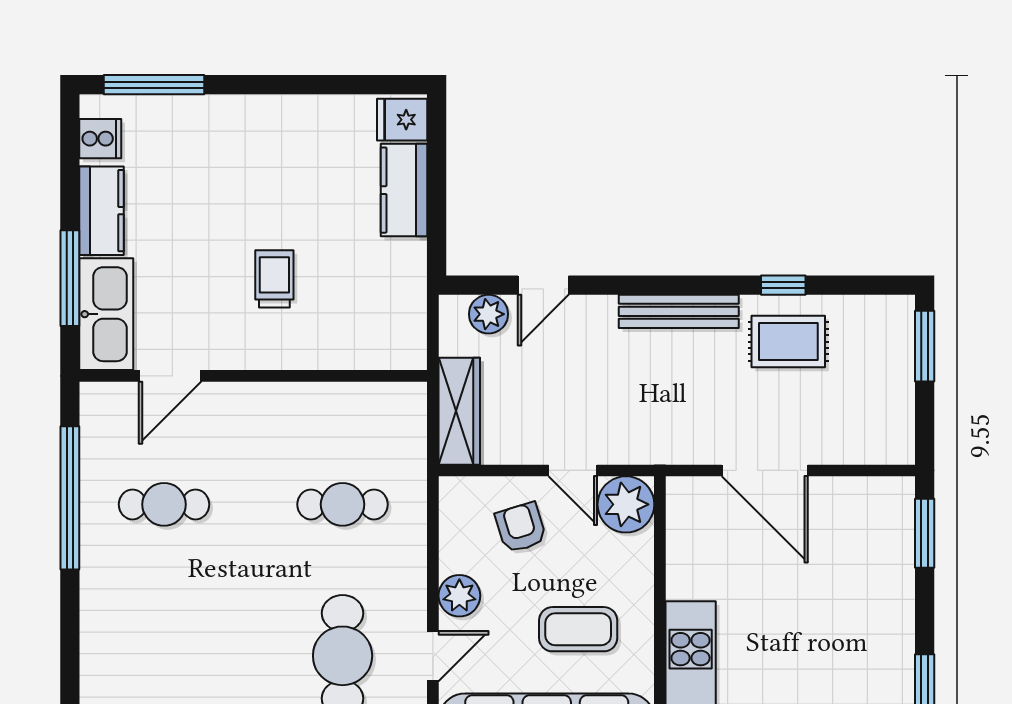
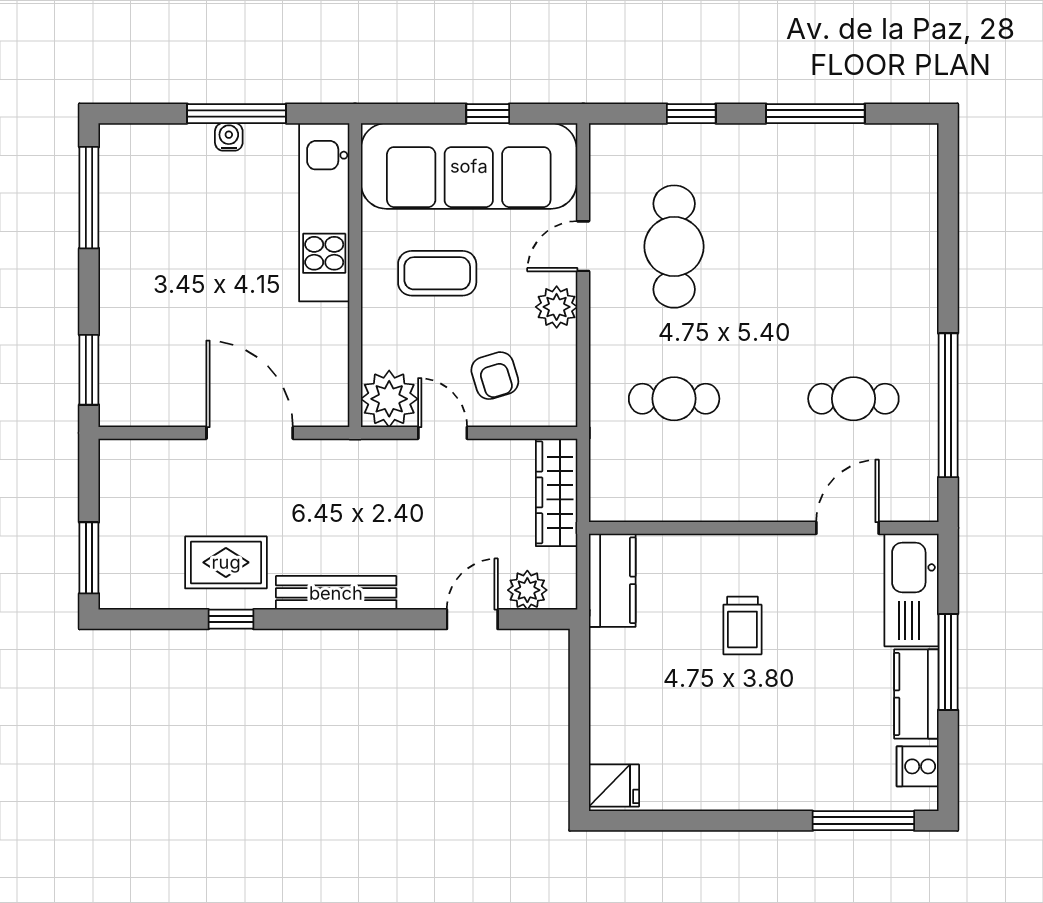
kitchen counter: (404, 190) -> (612, 580), moved
window: (70, 278) -> (948, 662), moved

